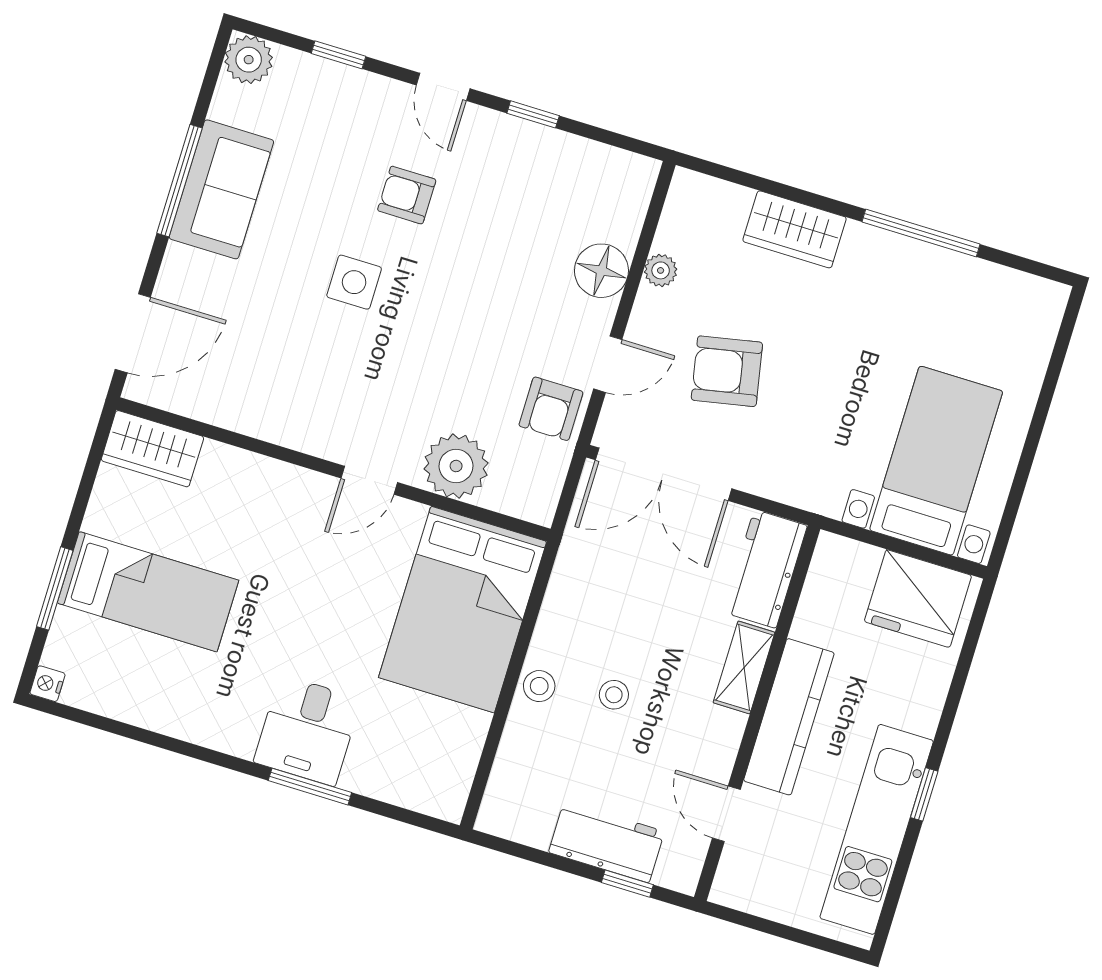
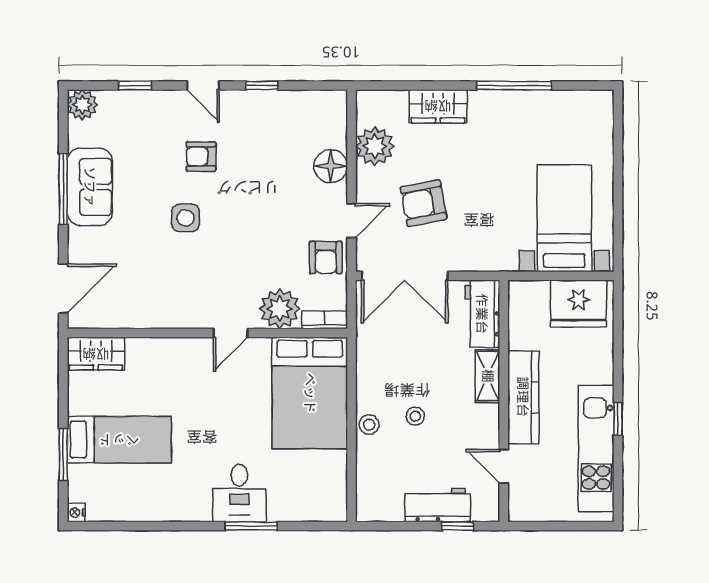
plant: (661, 270) -> (375, 146), width x1.88, depth x1.88
bookcase: (520, 504) -> (325, 320), added

